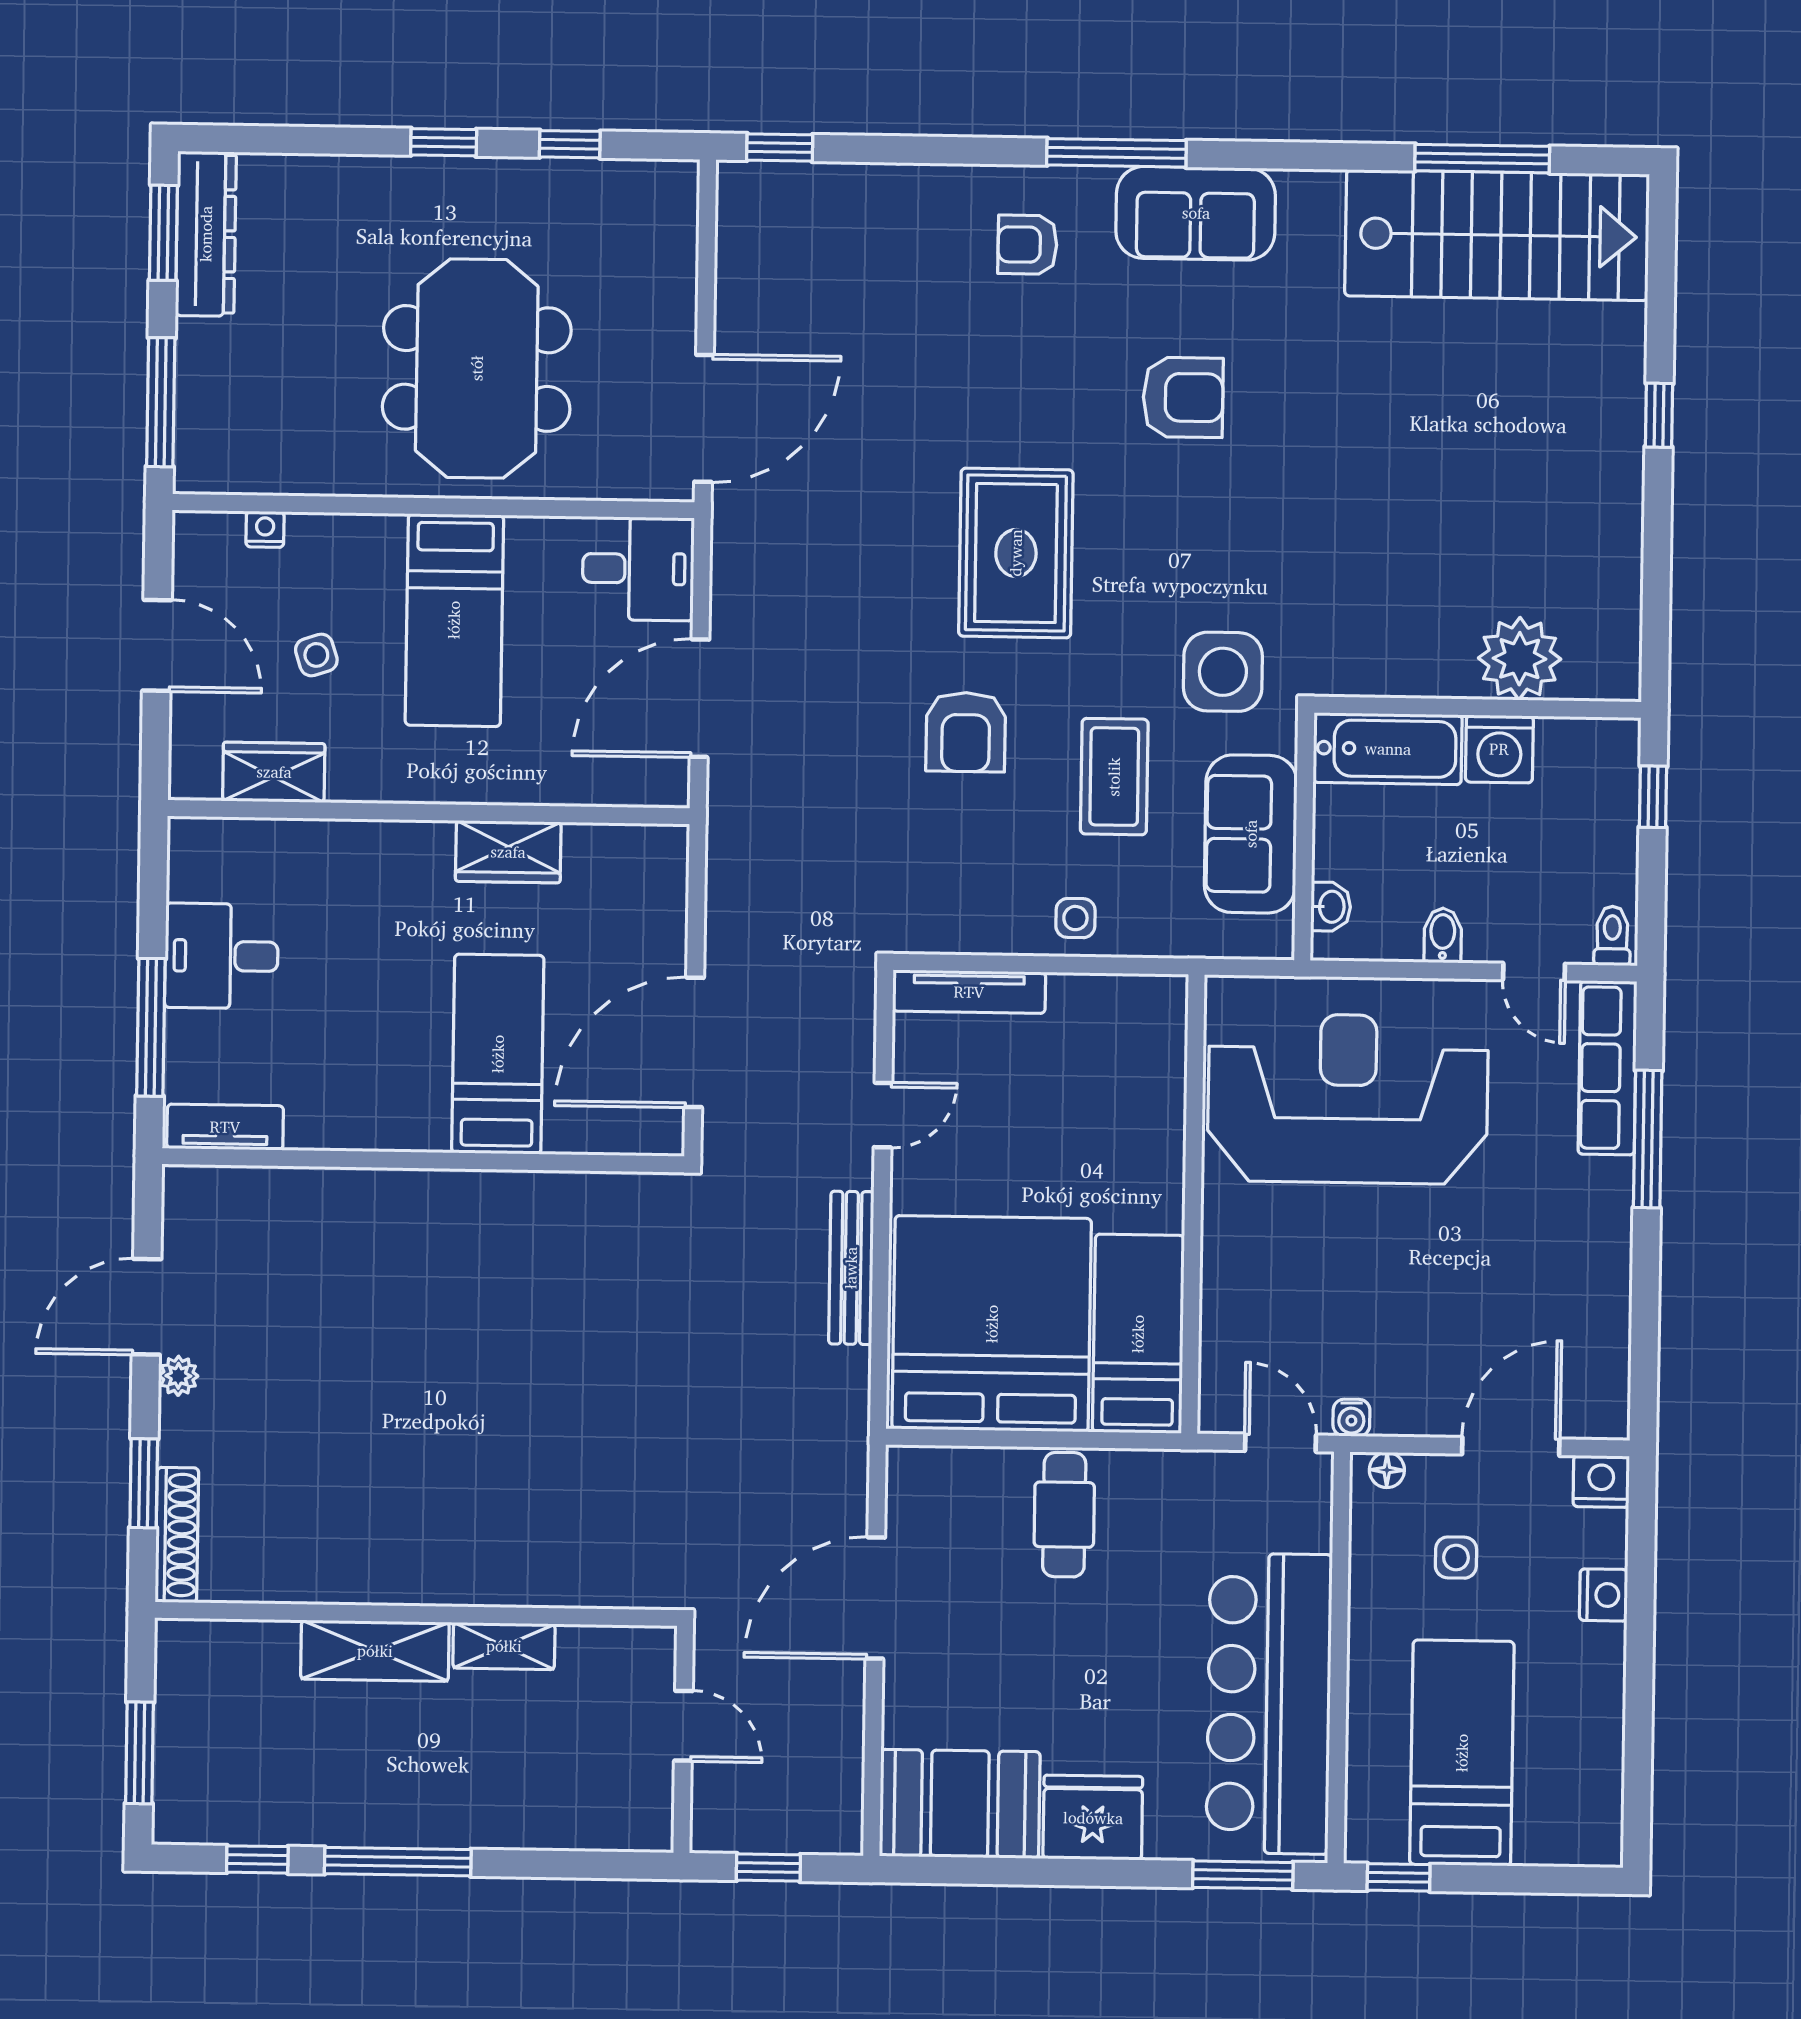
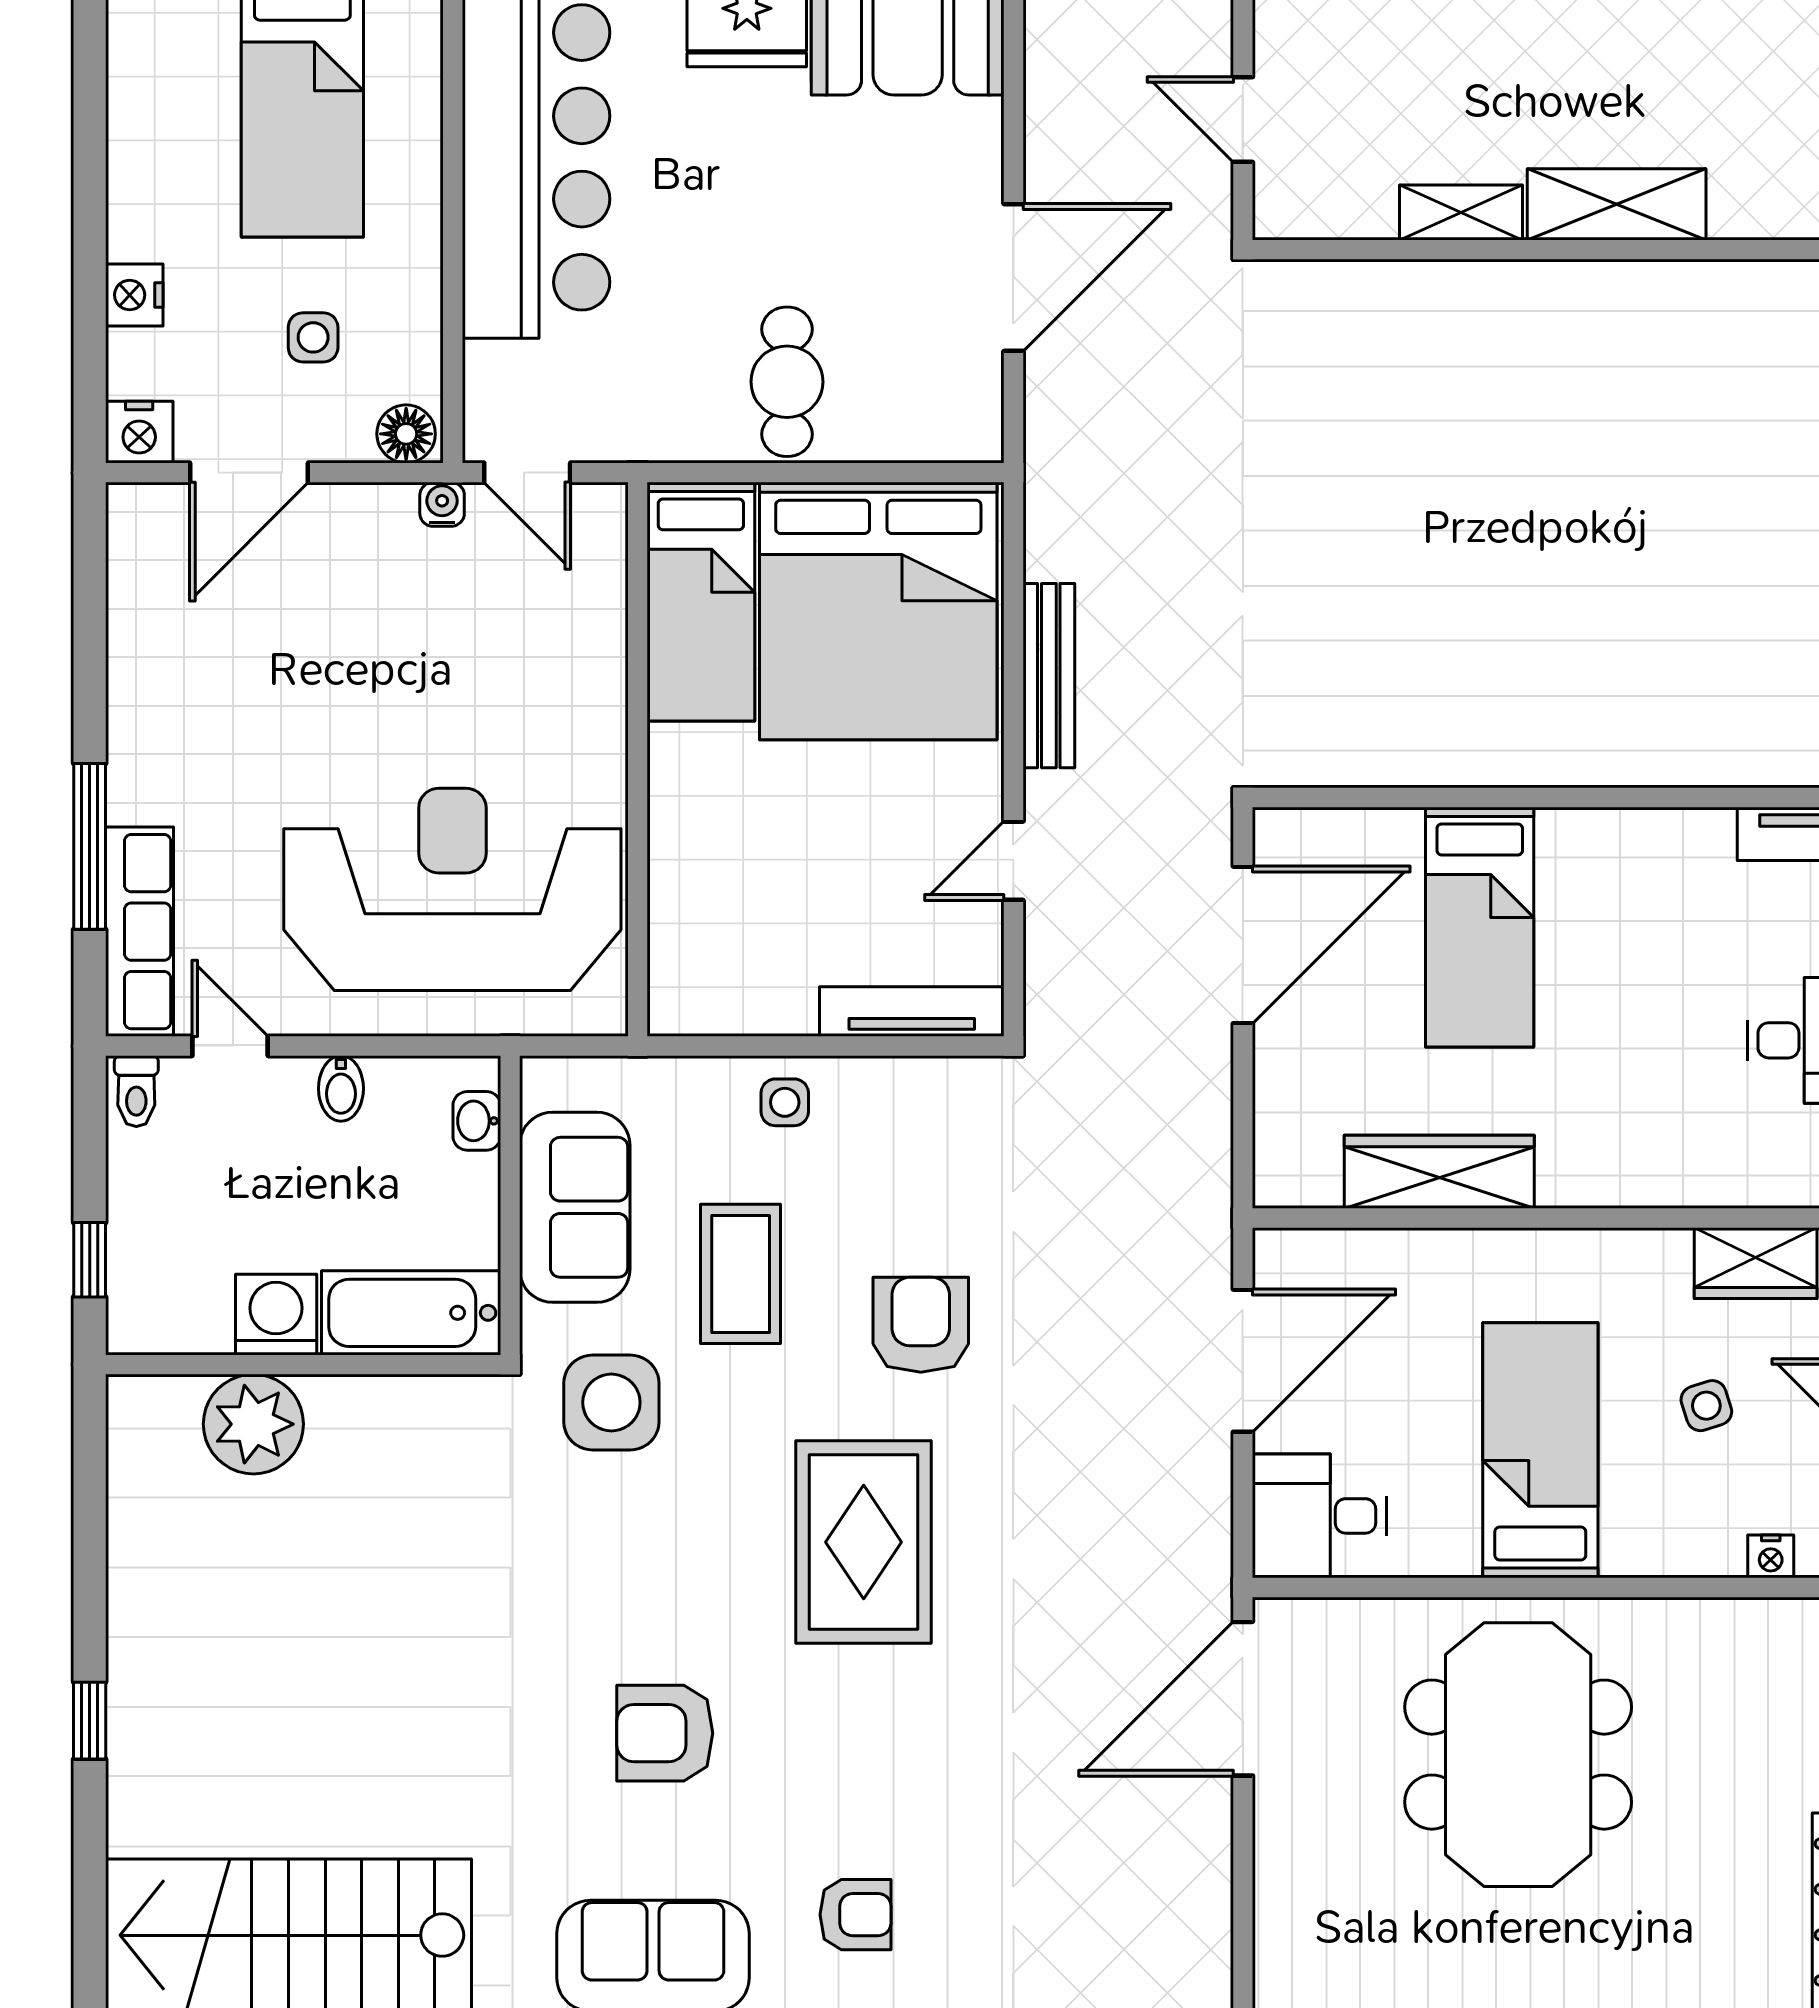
wardrobe: (508, 852) -> (1439, 1172), width x1.50
reception desk: (1348, 1099) -> (452, 889), turned 180
floor lamp: (1387, 1470) -> (406, 434), width x1.37, depth x1.37

